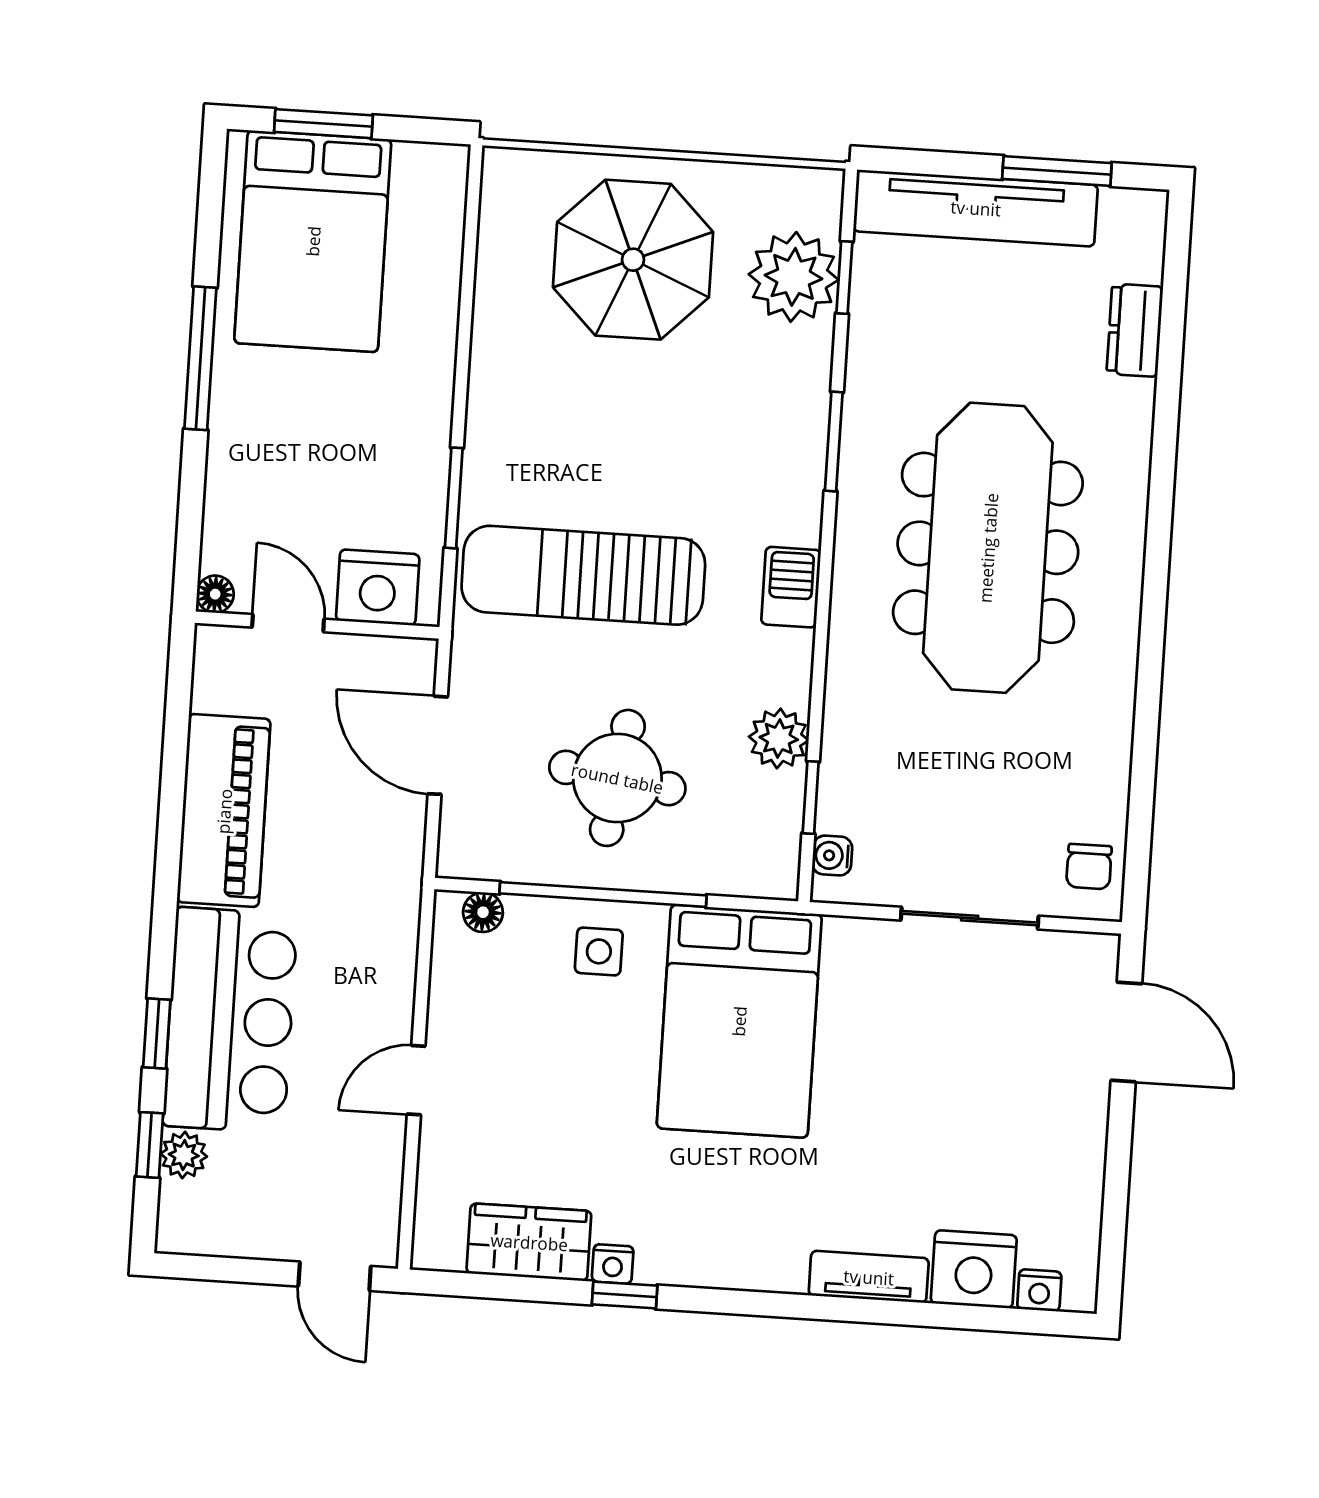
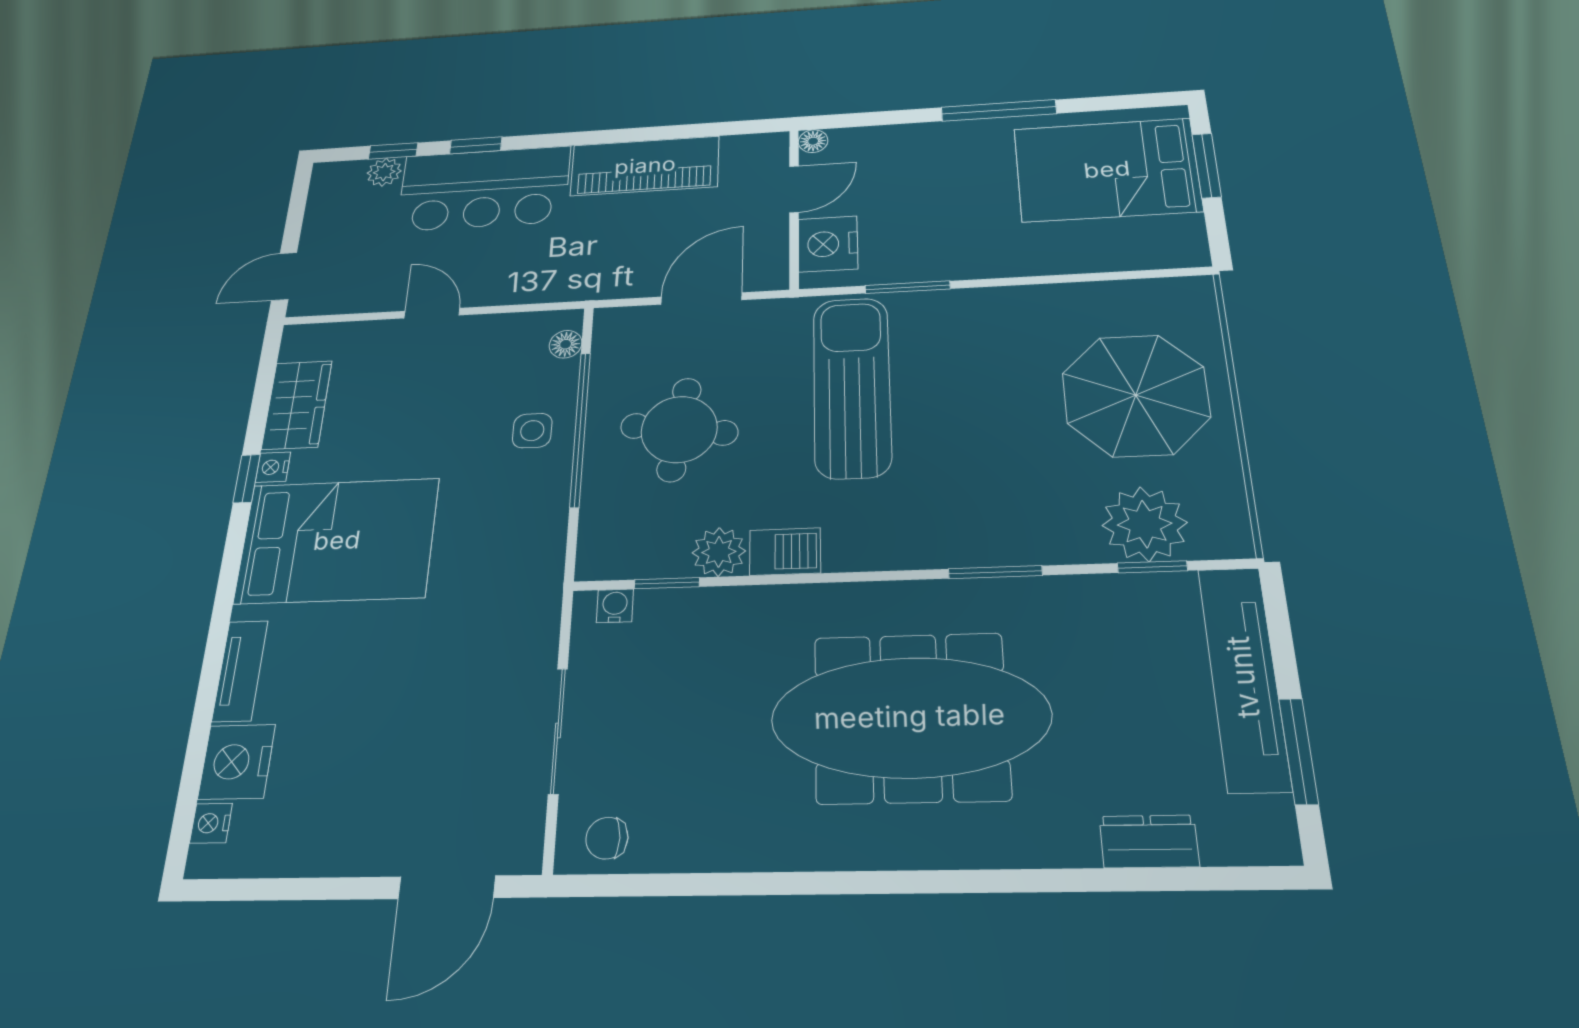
barbecue: (791, 587) -> (785, 552), moved
bed: (739, 1021) -> (337, 541), moved, turned 180

